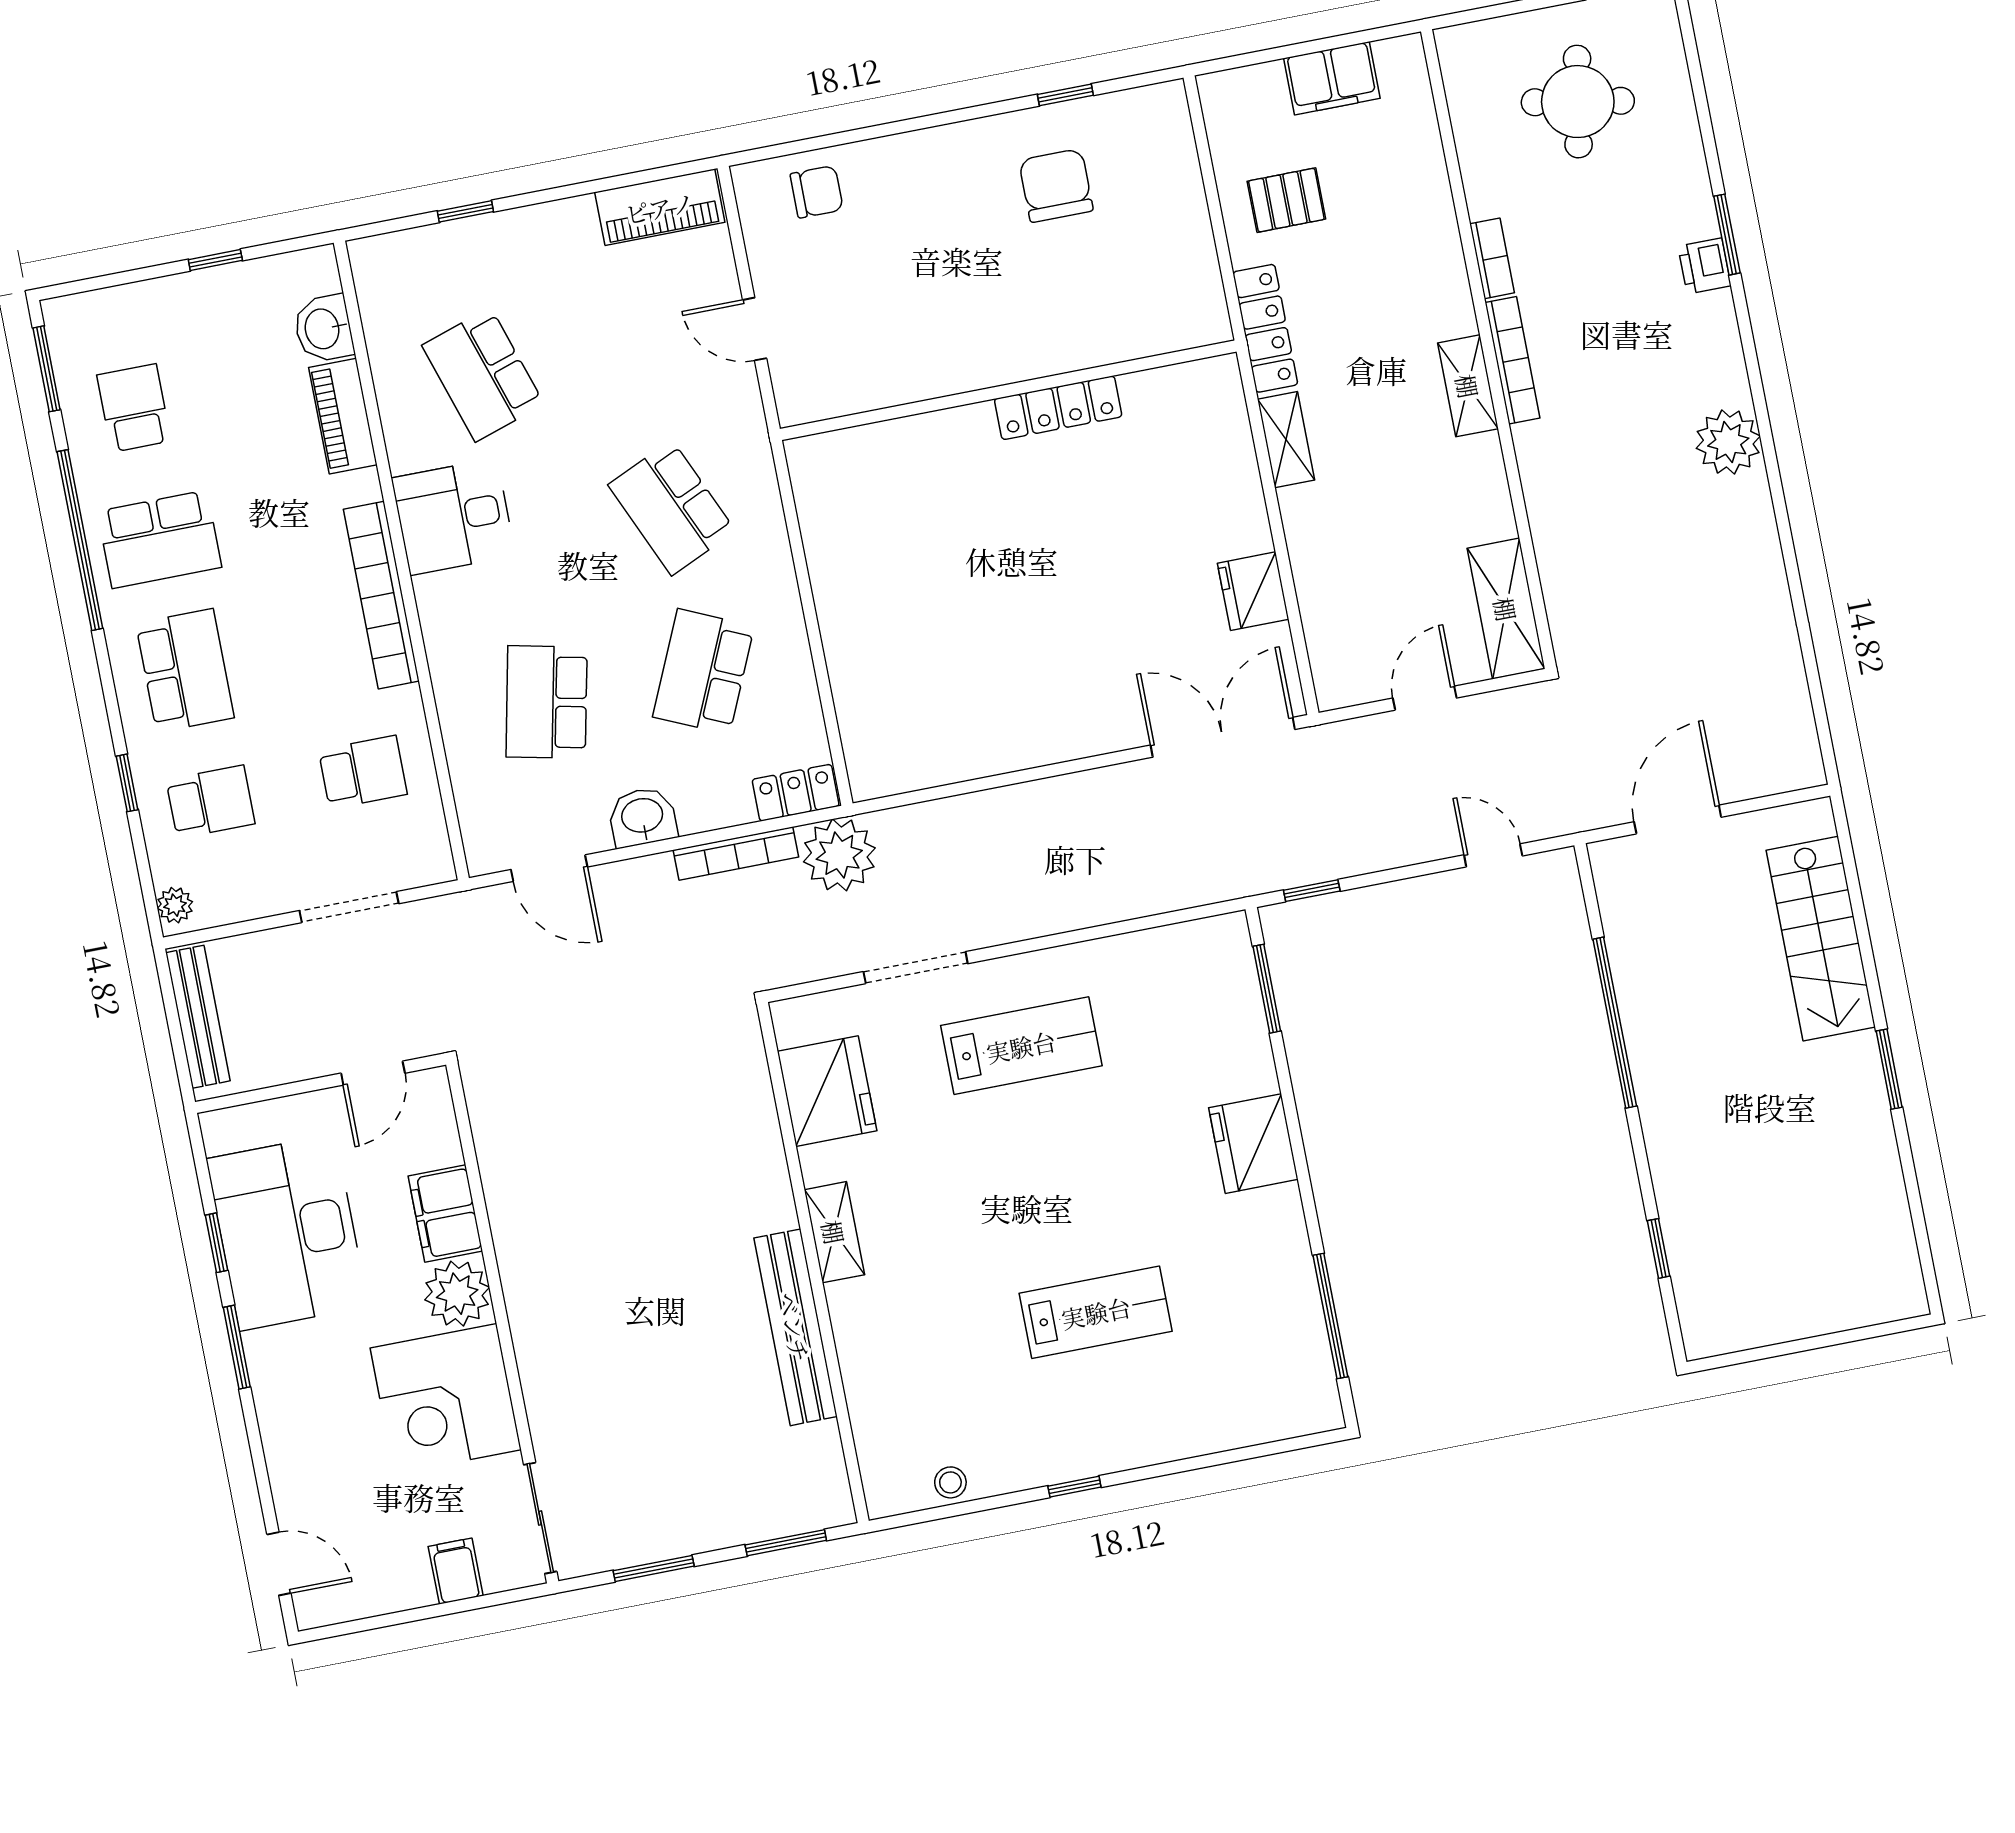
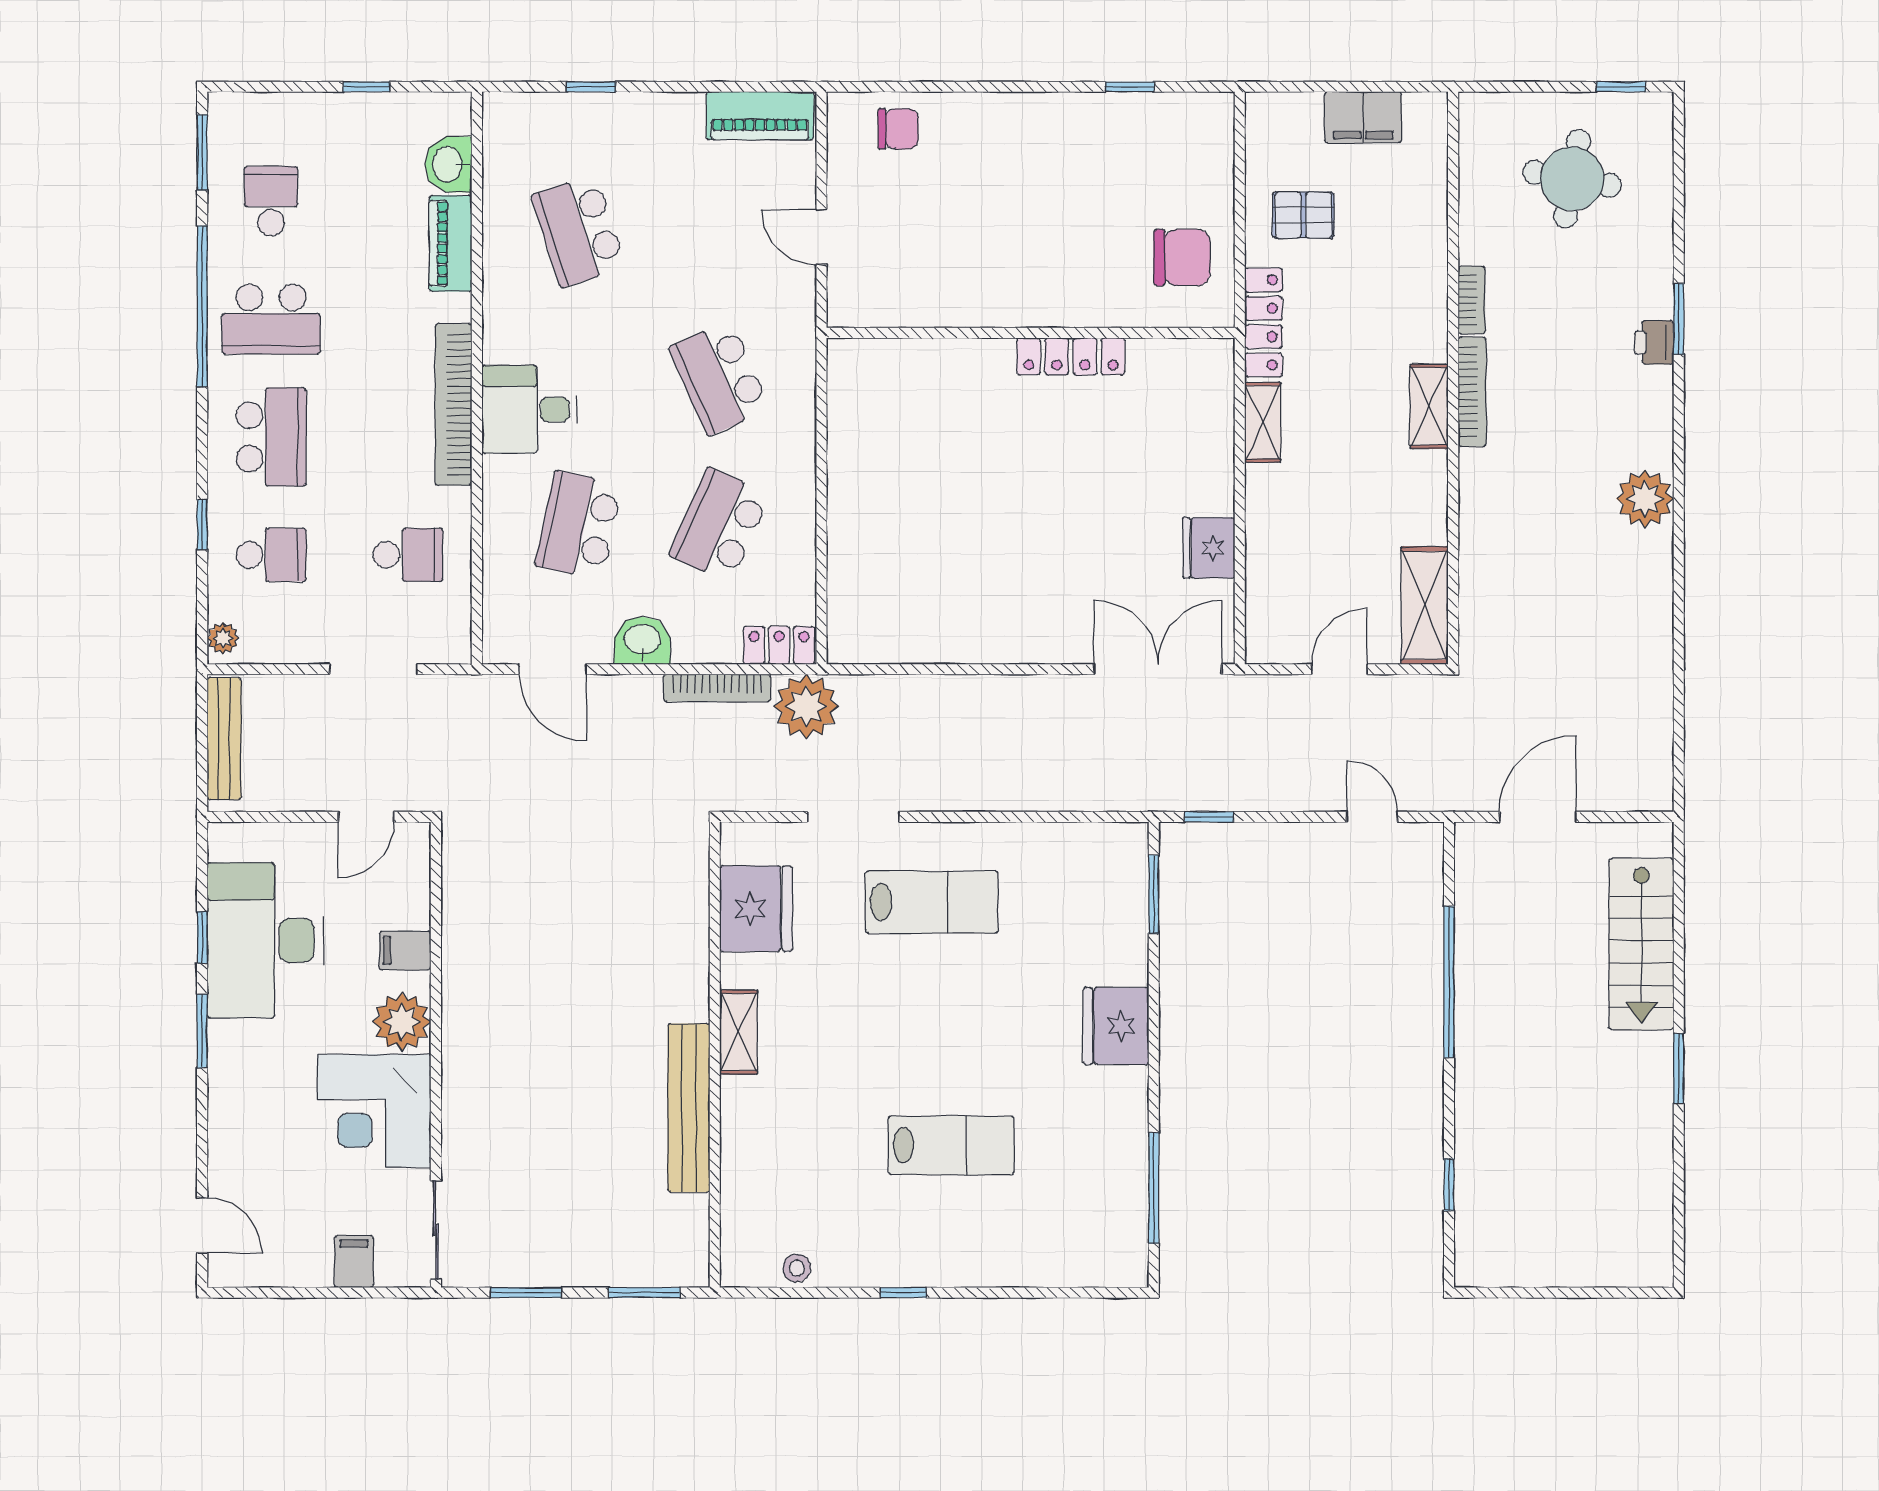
chair: (1056, 185) -> (1182, 257), moved, turned 90
desk: (453, 517) -> (529, 409), moved
filing cabinet: (445, 1213) -> (405, 950), width x0.50

